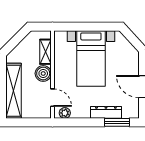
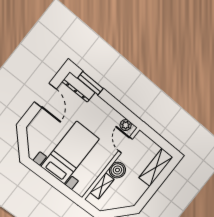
shelving: (13, 91) -> (156, 167), width x0.68
dresser: (106, 112) -> (79, 87), moved

